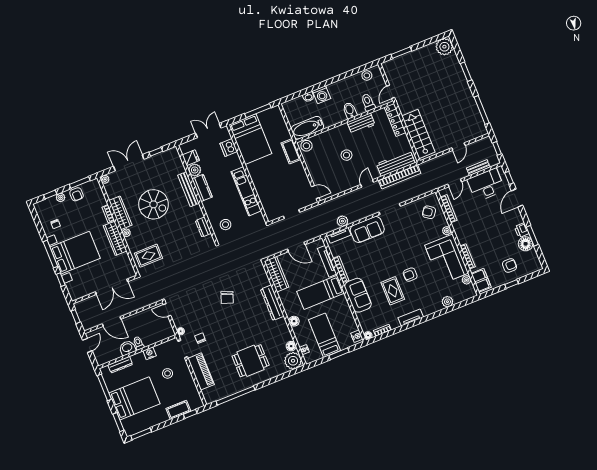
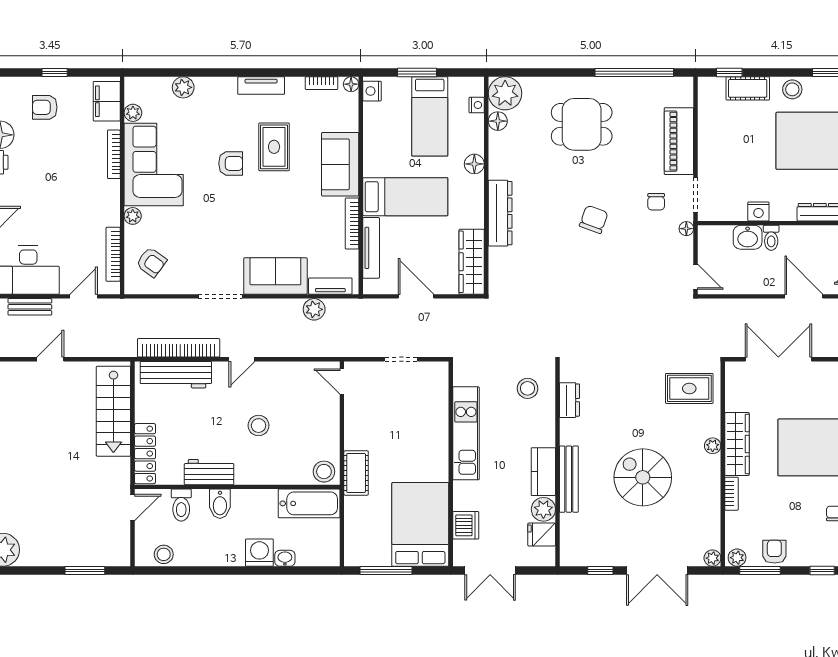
plant: (61, 197) -> (737, 558), moved
wardrobe: (120, 213) -> (709, 486), removed
chair: (227, 297) -> (594, 219), moved
washbasin: (127, 348) -> (748, 237), moved
stool: (168, 373) -> (792, 89), moved

